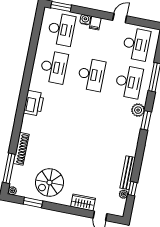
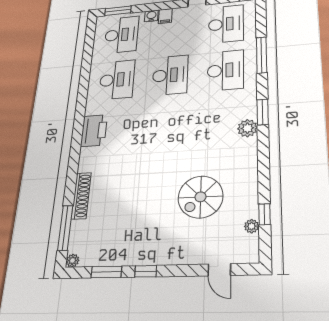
plant: (138, 110) -> (247, 128), moved
bench: (128, 173) -> (251, 192), removed
spiral stairs: (49, 183) -> (200, 197), moved
wardrobe: (83, 202) -> (187, 254), removed
window: (57, 207) -> (146, 271), added

